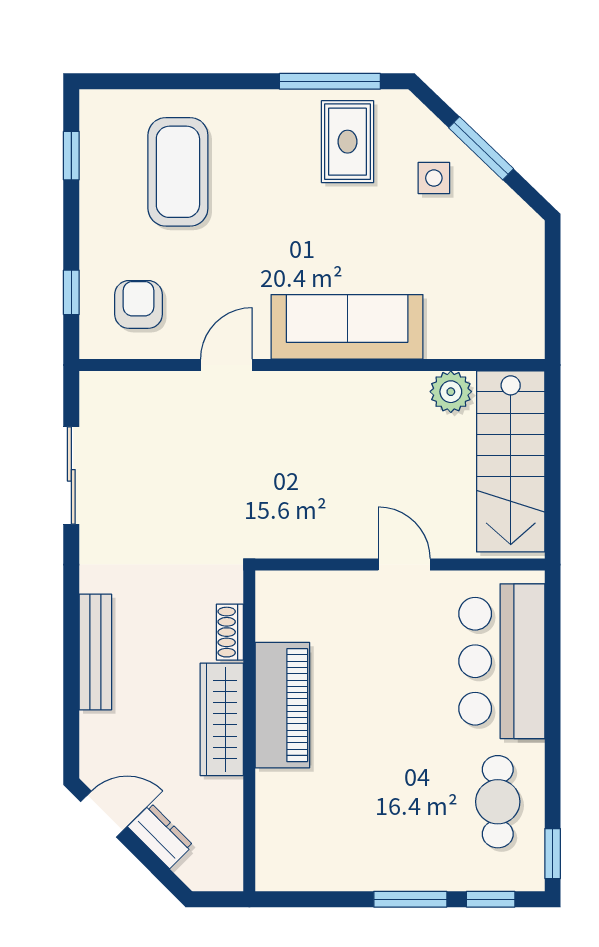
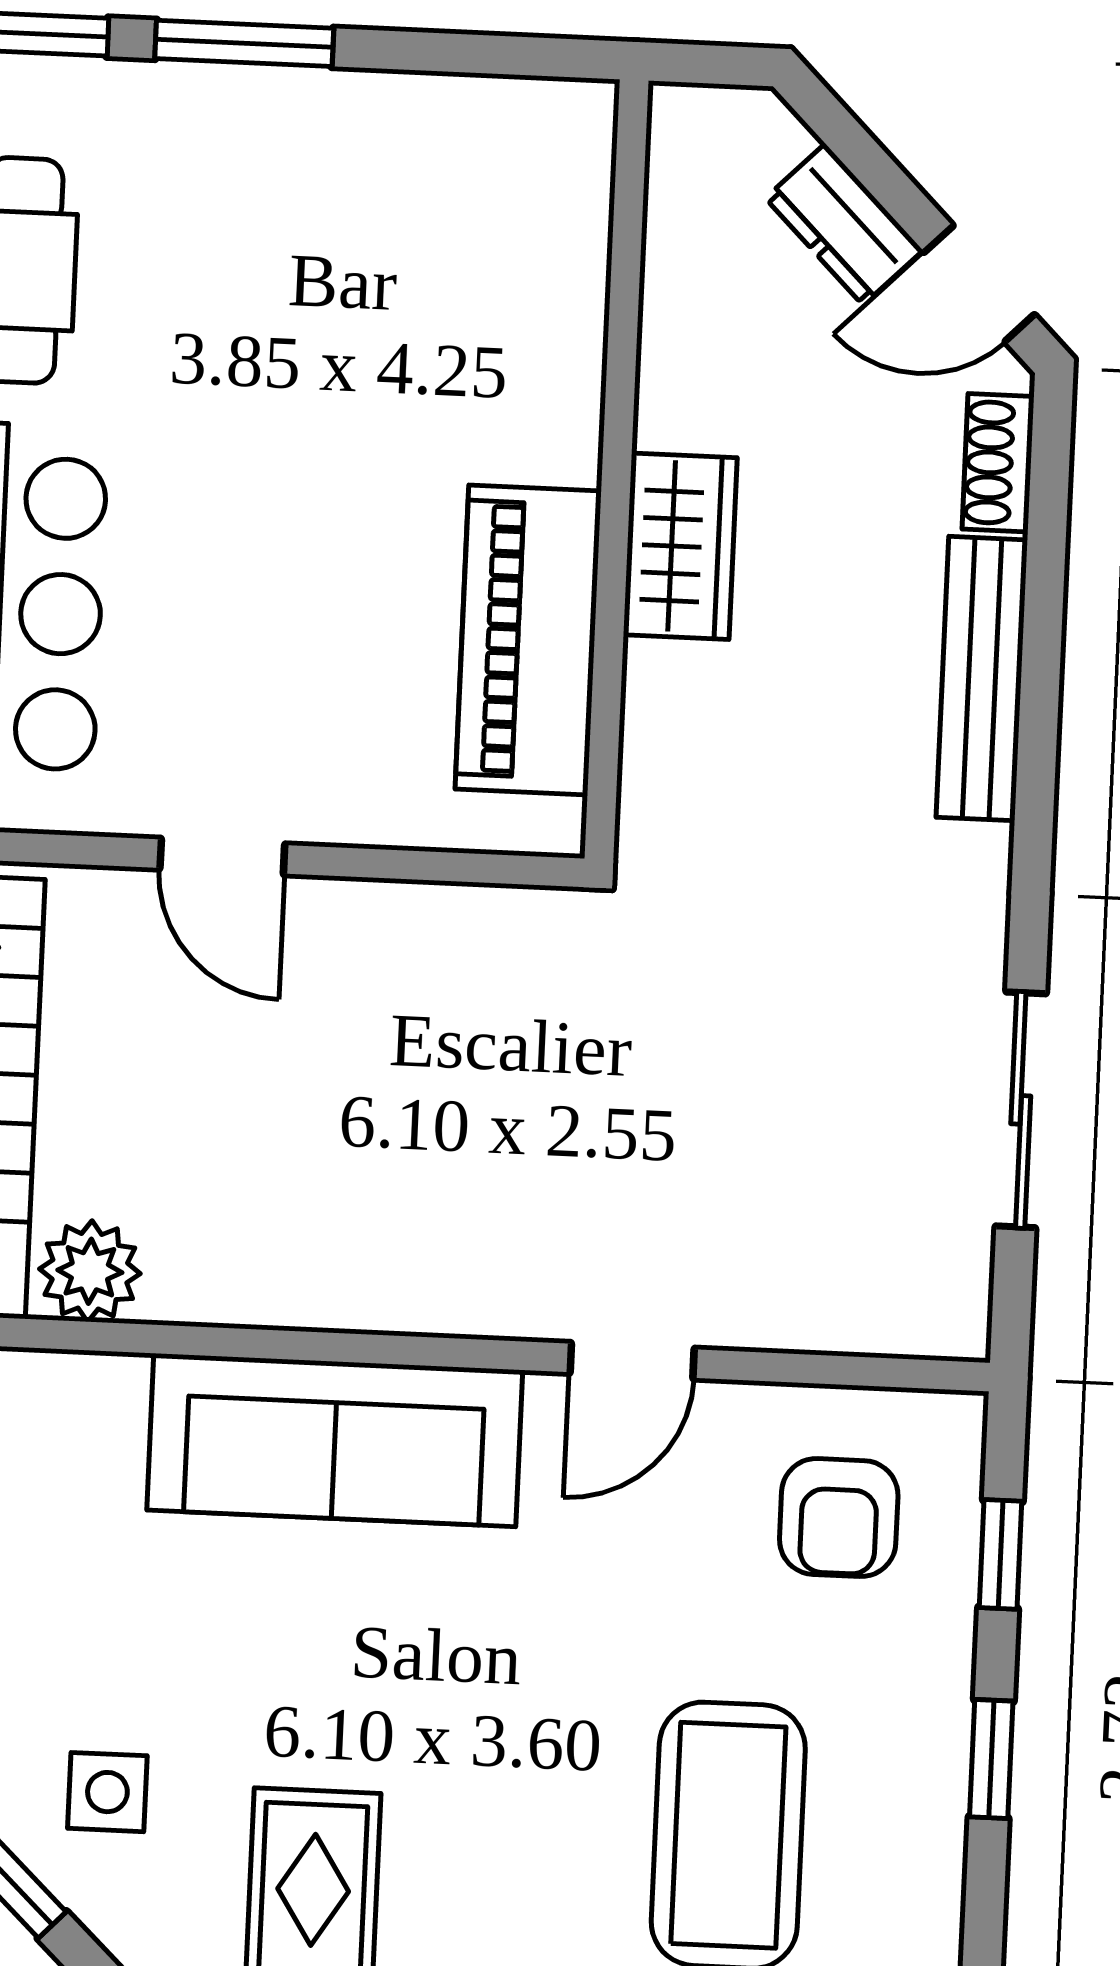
window: (71, 156) -> (991, 1759), moved
shoe rack: (230, 632) -> (998, 463), moved, turned 180
piano: (282, 705) -> (528, 640), moved
wardrobe: (222, 719) -> (680, 546), width x0.67

